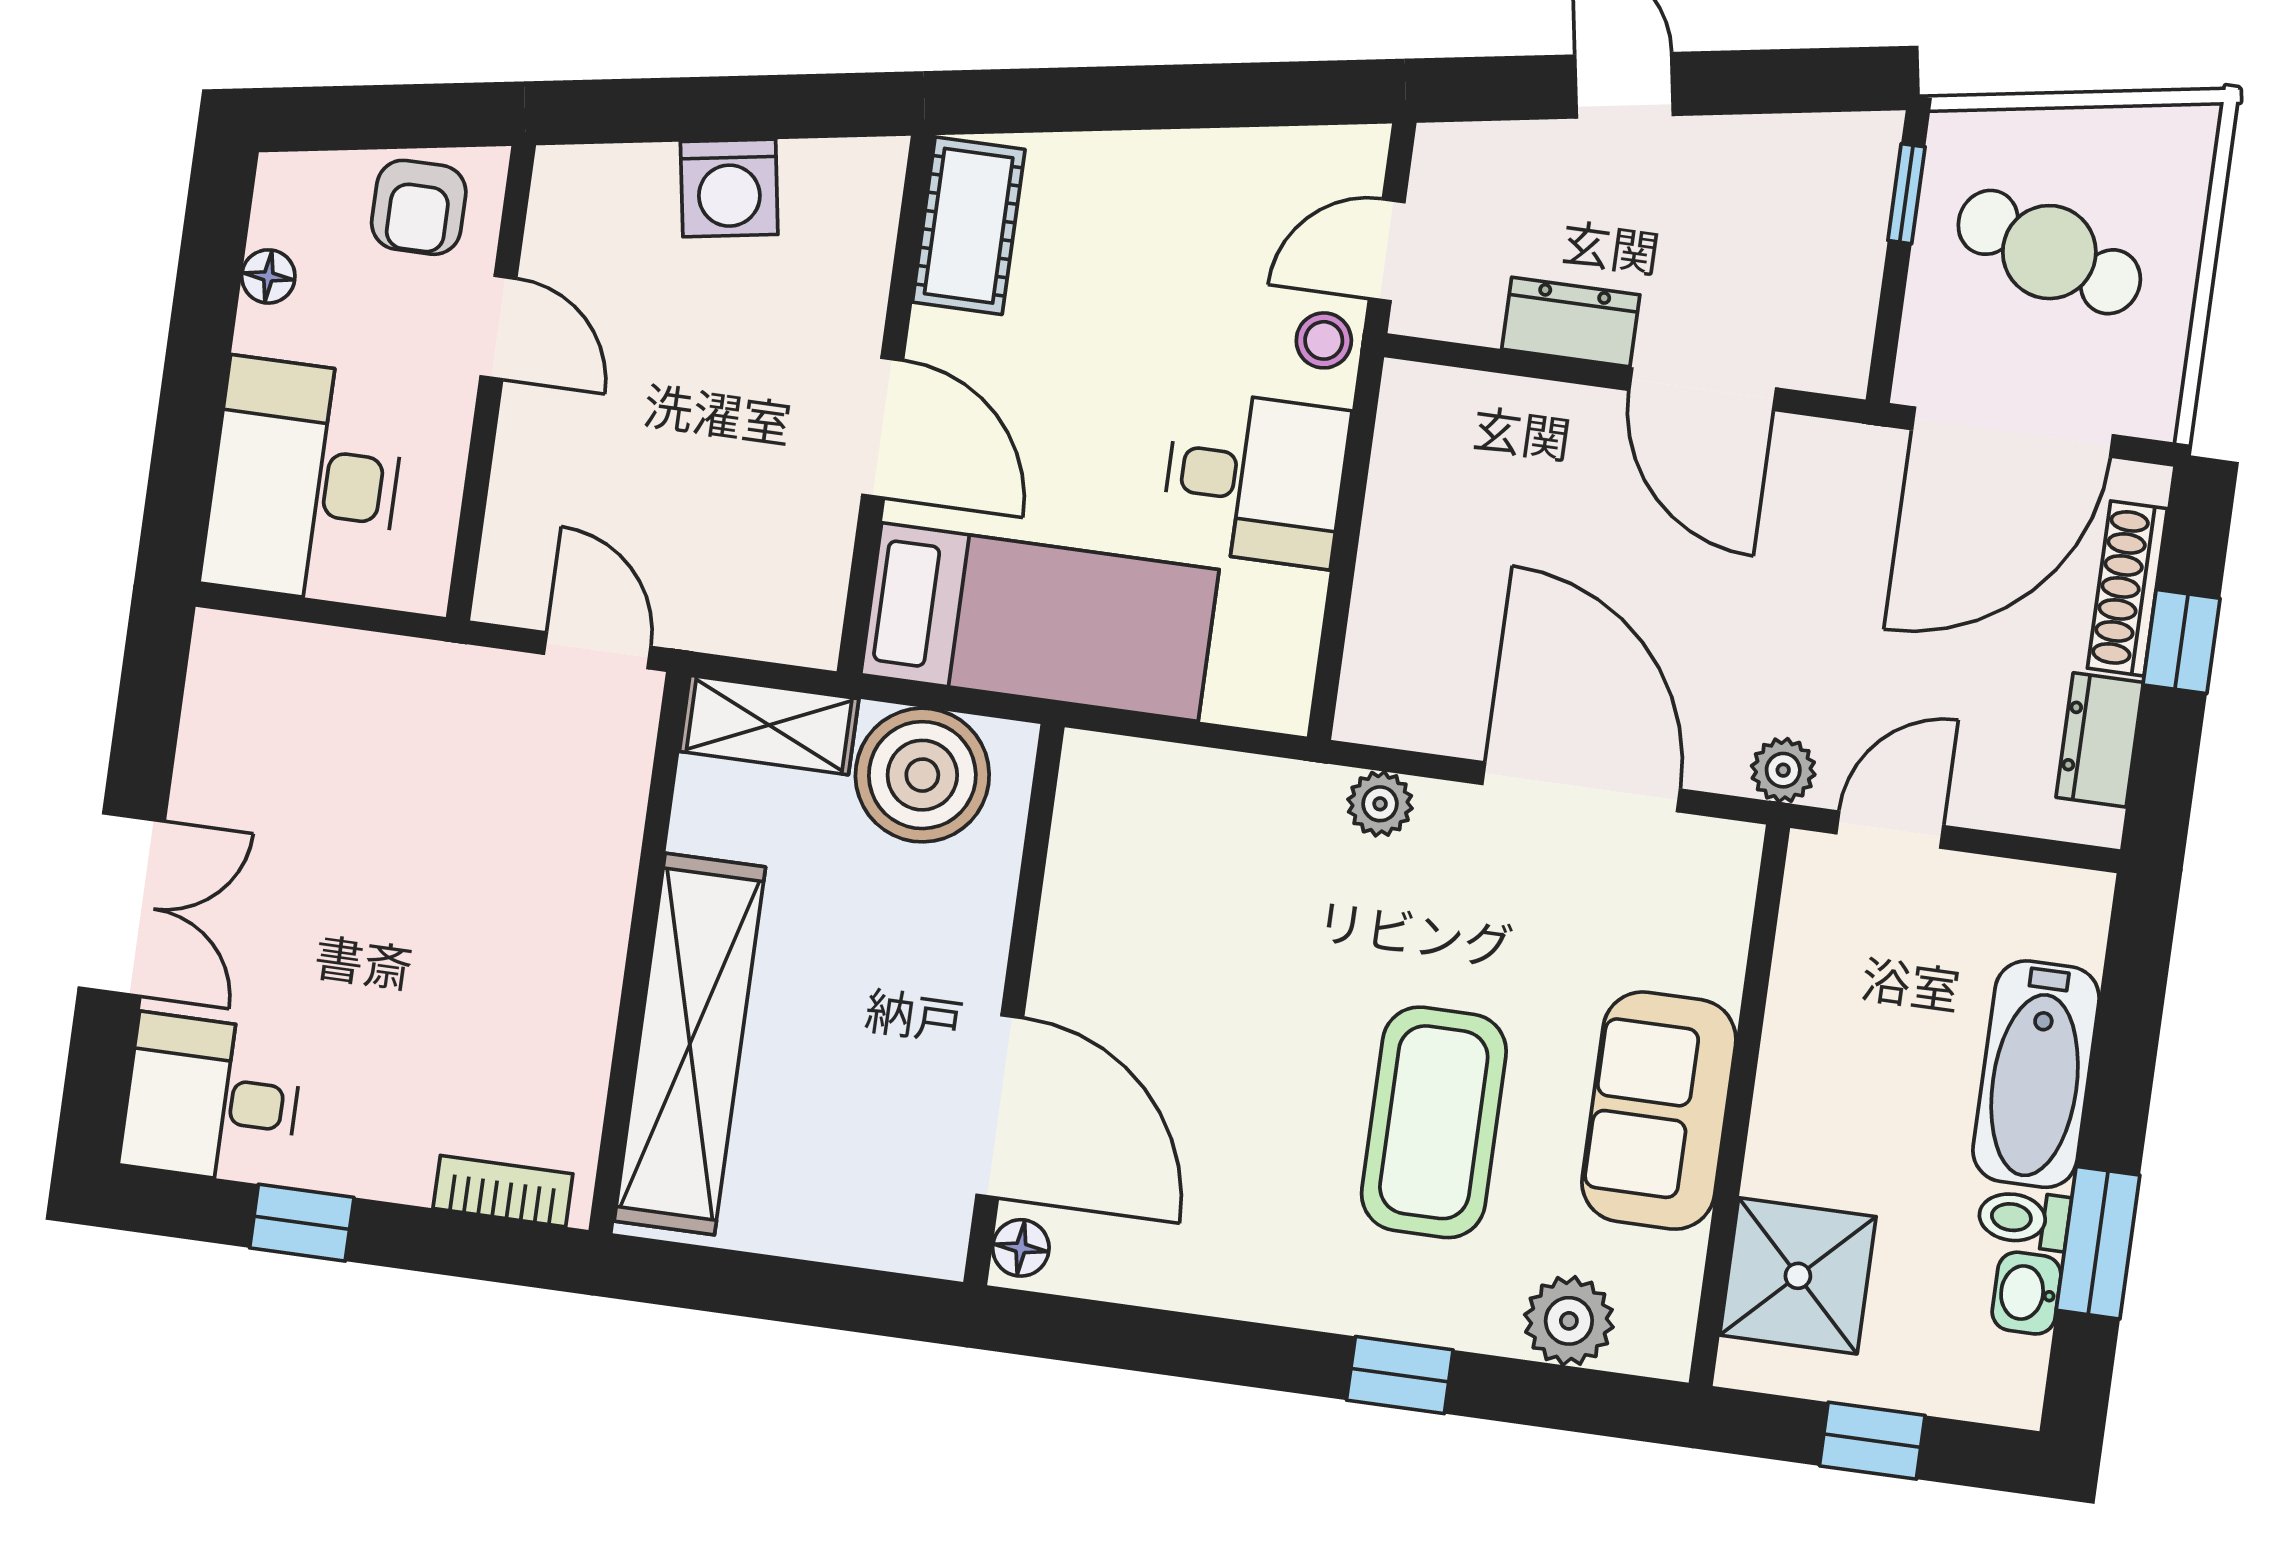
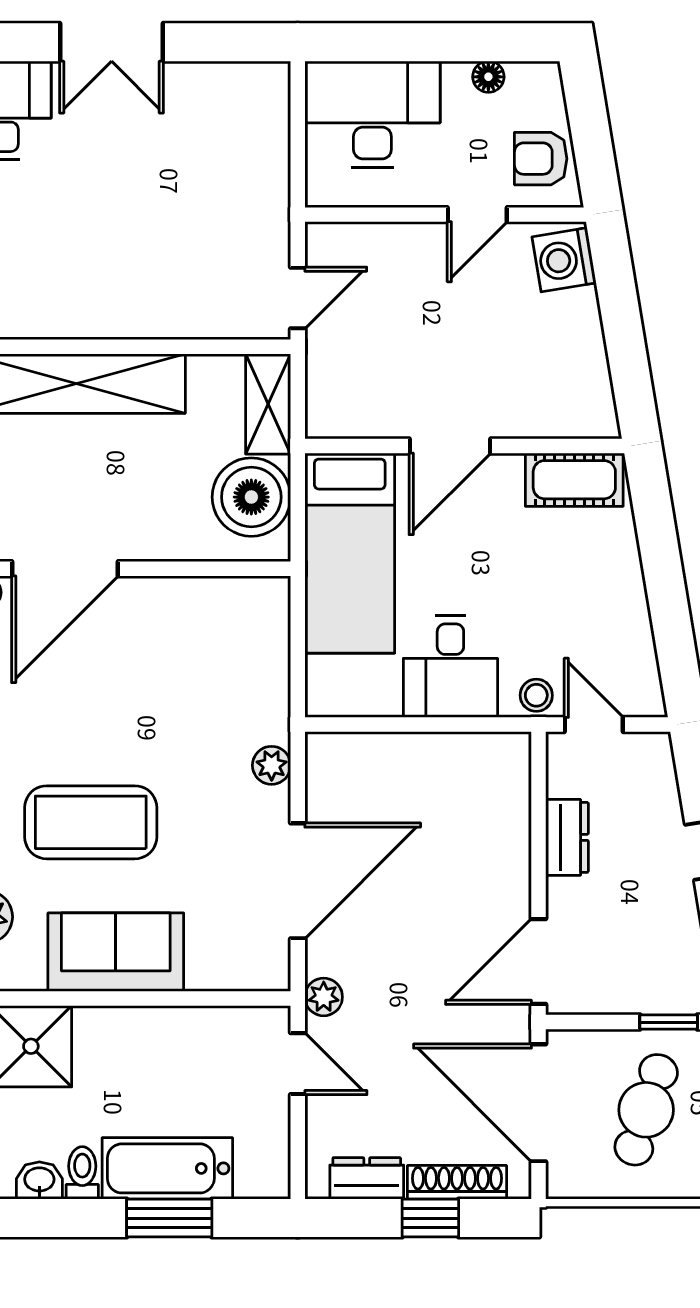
washing machine: (729, 188) -> (564, 260), moved
door: (1703, 389) -> (538, 962), moved
window: (2098, 1243) -> (169, 1218), moved

